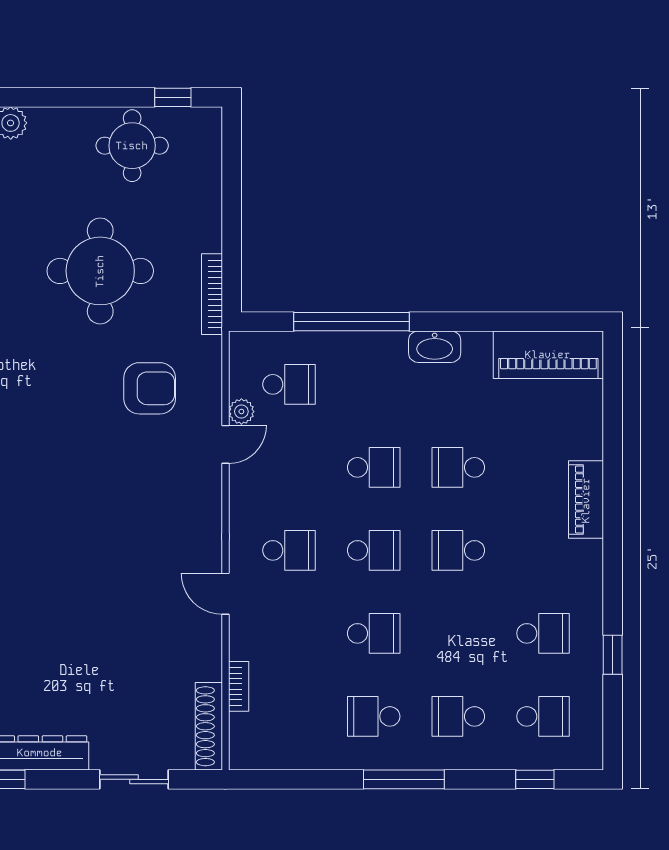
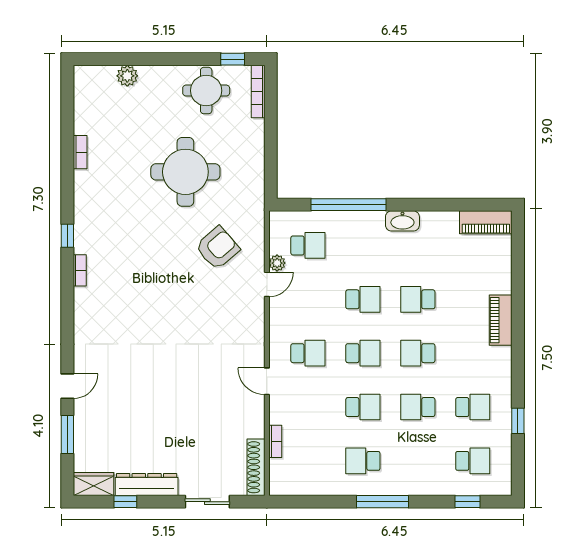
bookcase: (212, 294) -> (258, 91), moved
piano: (548, 355) -> (486, 222), width x0.73, depth x0.75
armchair: (150, 388) -> (218, 248), turned -41
school desk: (458, 716) -> (418, 407), moved

